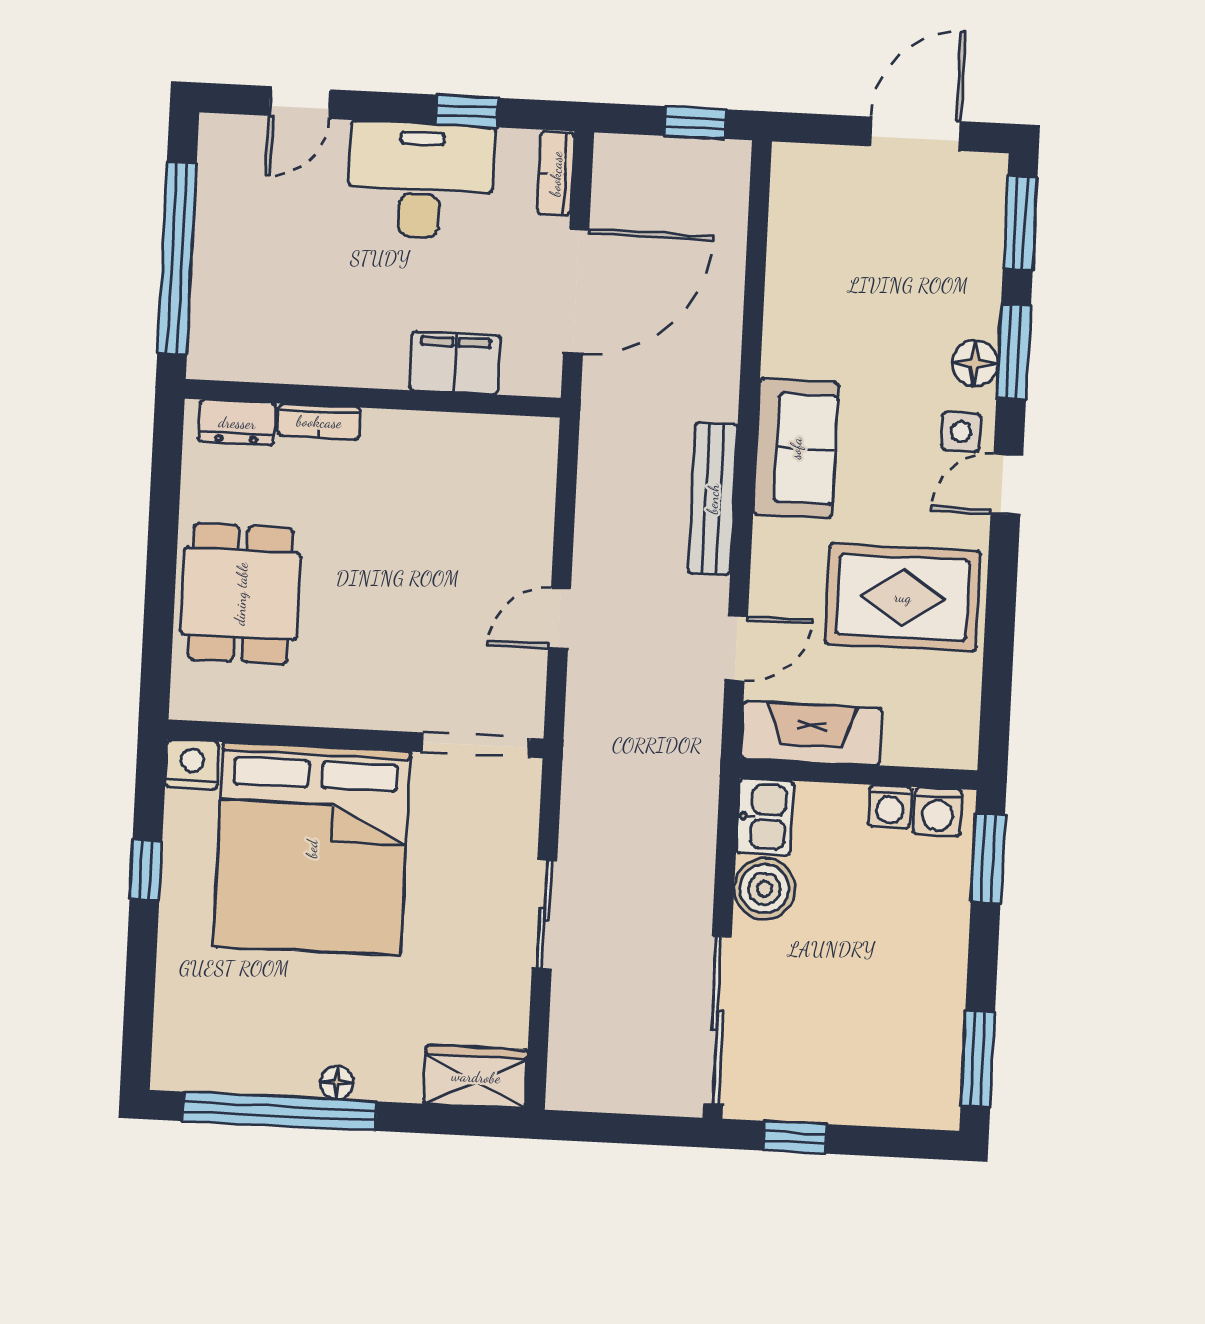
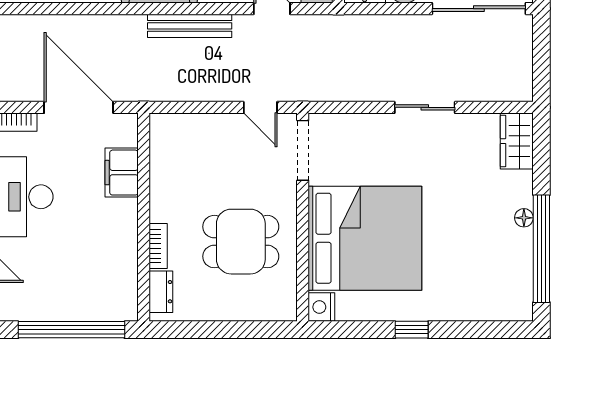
dining table: (241, 594) -> (241, 242), moved
wall: (356, 739) -> (303, 217), moved
doorway: (476, 745) -> (303, 150), moved
nightstand: (192, 764) -> (321, 307), moved
bed: (312, 849) -> (365, 238), moved

